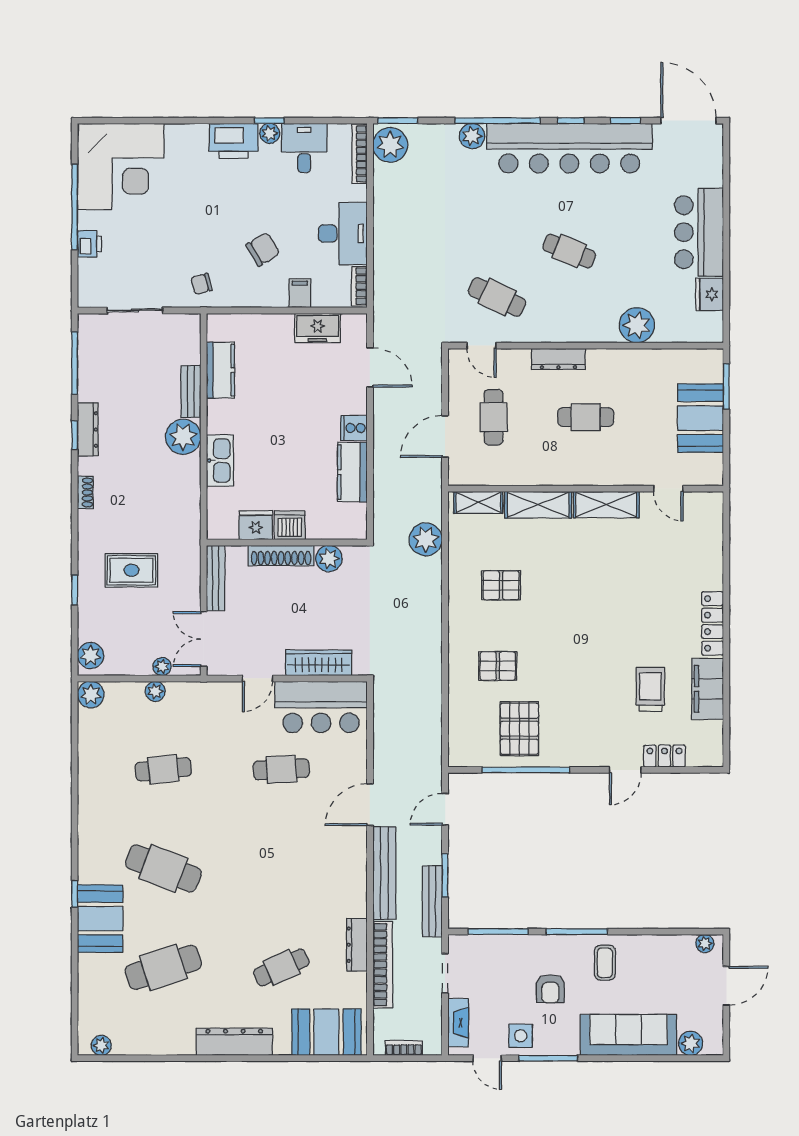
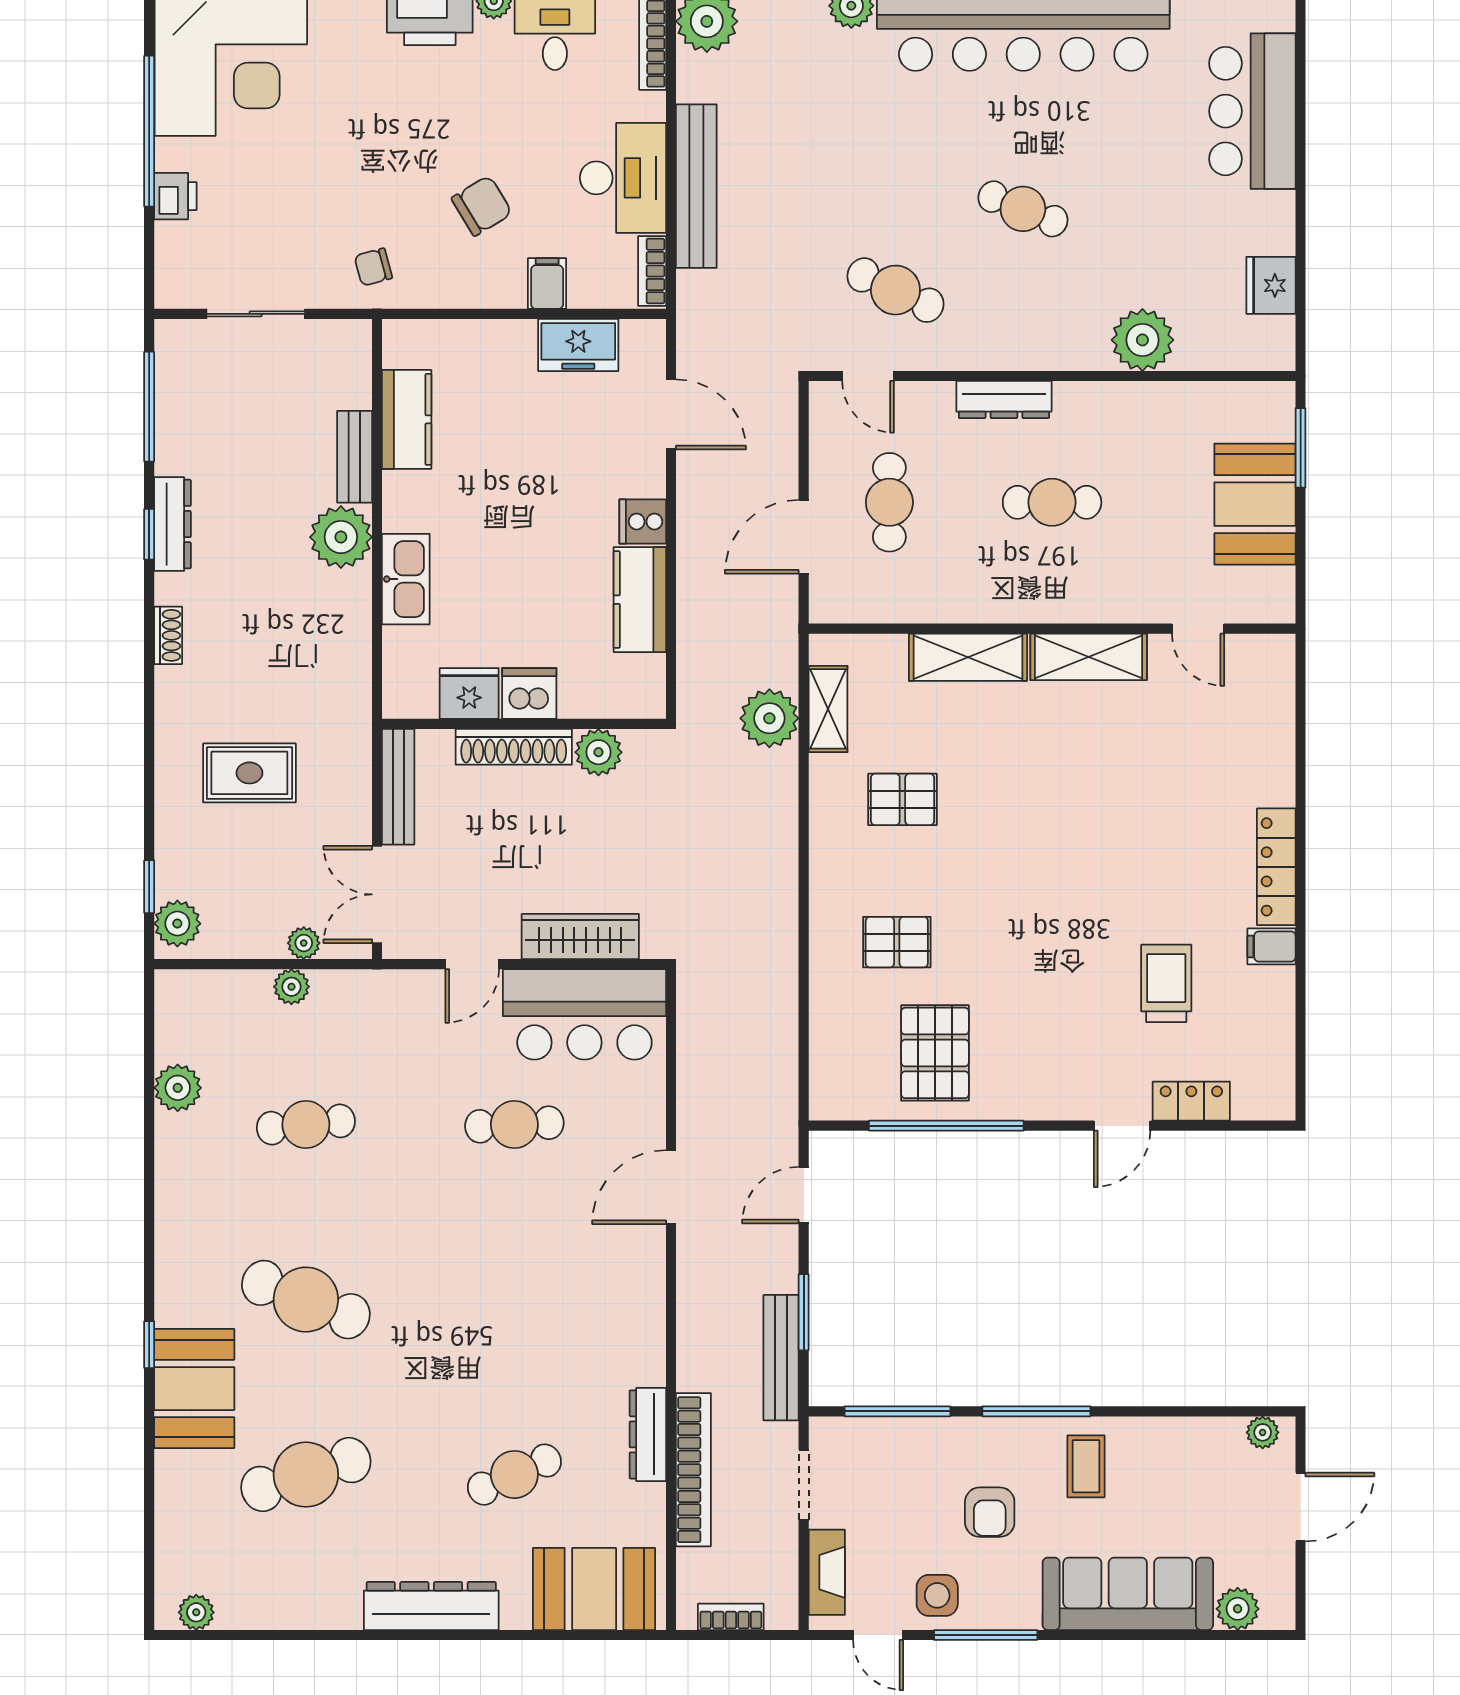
bar counter: (699, 232) -> (1252, 111), moved
shelving: (478, 502) -> (828, 709), moved, turned 90
window: (75, 590) -> (149, 887), moved
filing cabinet: (708, 689) -> (1272, 946), width x0.33, depth x0.86
plant: (91, 695) -> (178, 1088), moved
bench: (384, 873) -> (696, 186), moved

